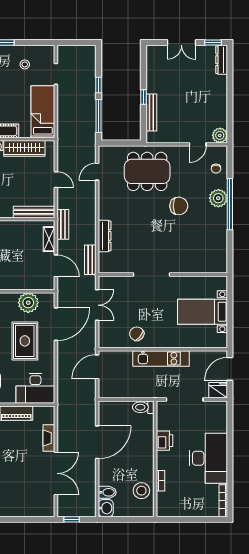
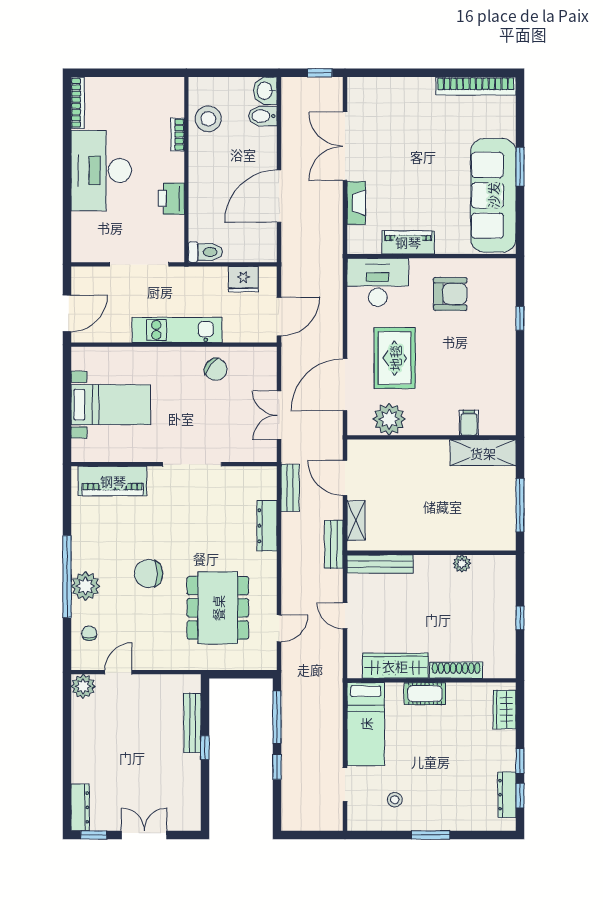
dining table: (147, 171) -> (218, 608), moved, turned 90
piano: (201, 264) -> (113, 481), added
fridge: (218, 390) -> (243, 279), moved

